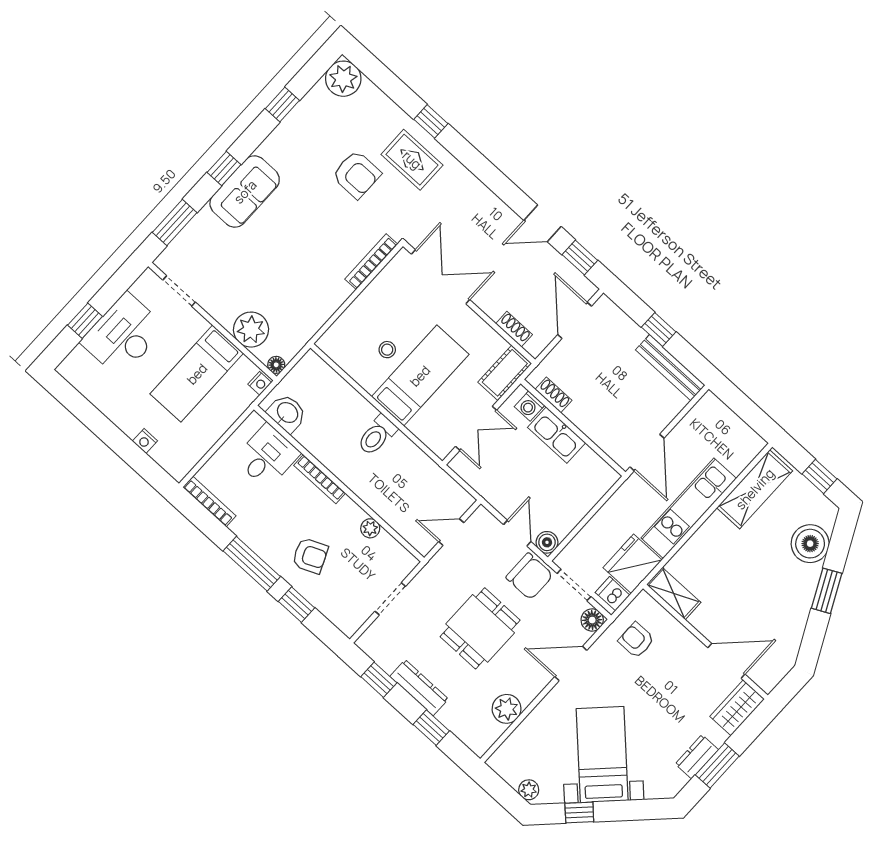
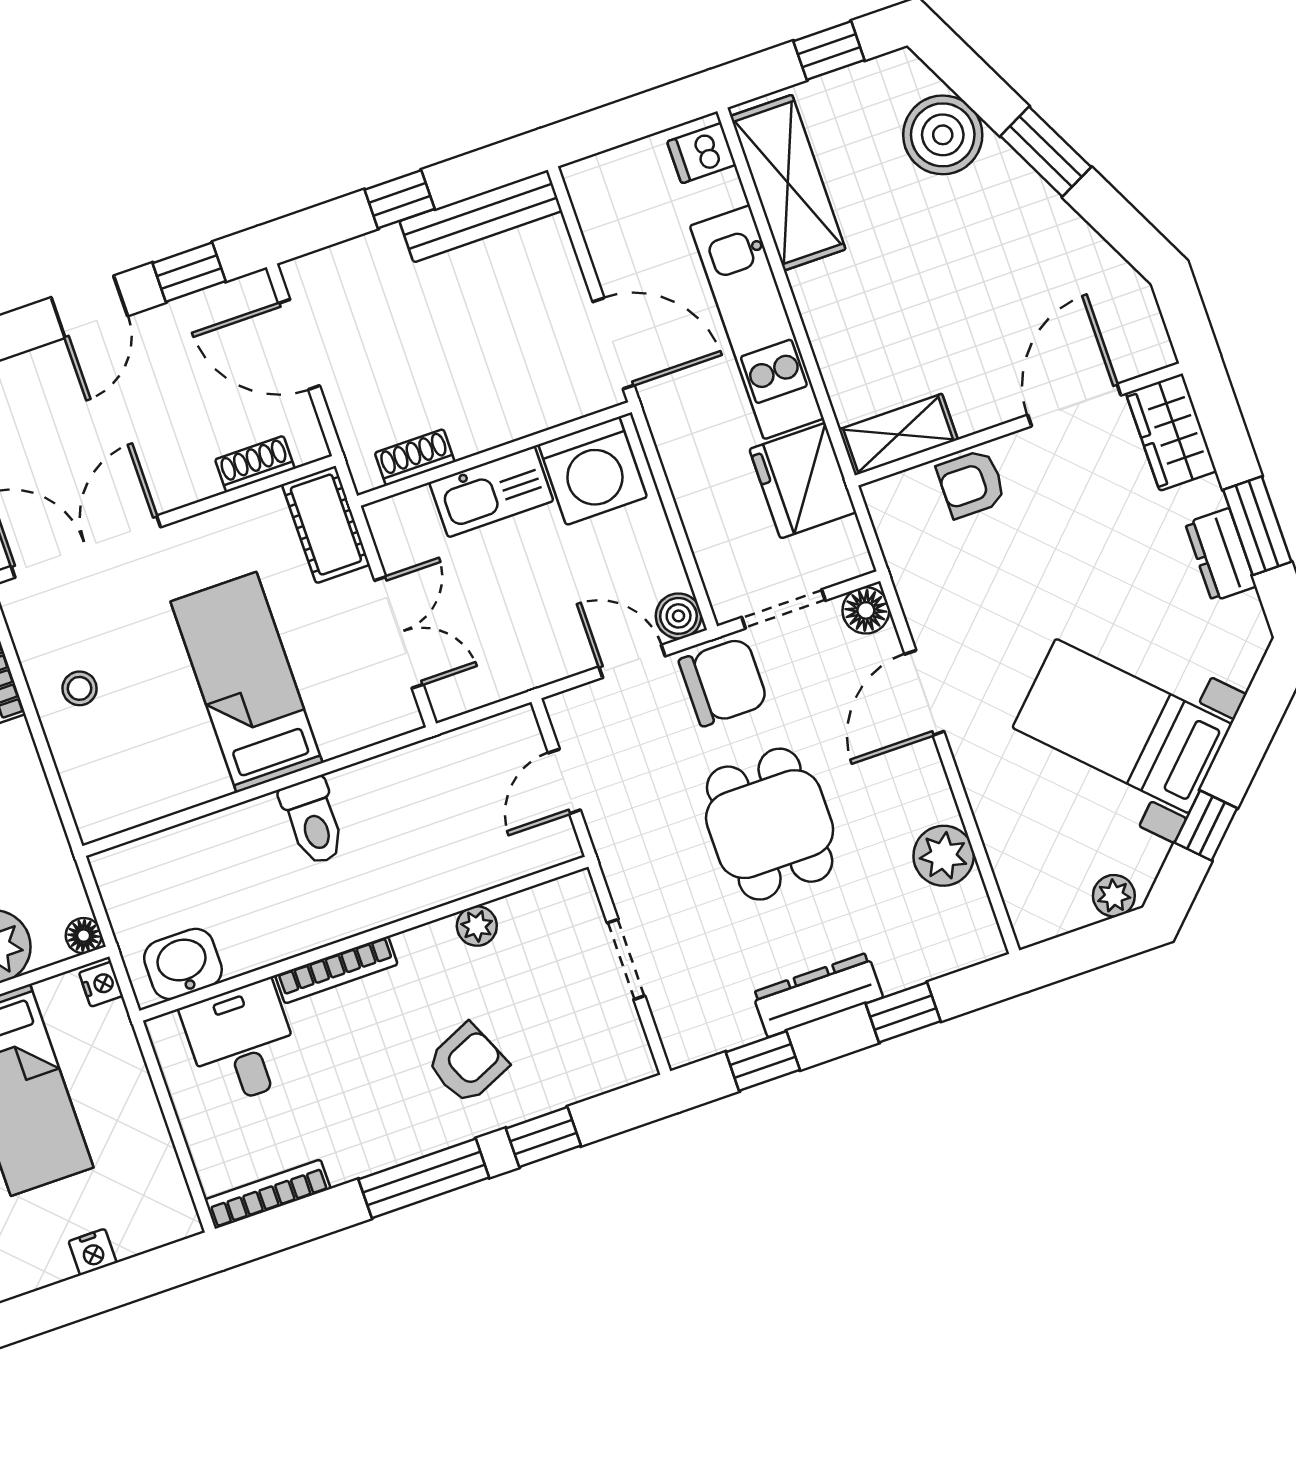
stool: (387, 350) -> (80, 688), moved
washing machine: (529, 406) -> (593, 471), moved, width x1.89, depth x1.89
dishwasher: (613, 594) -> (702, 153), moved
armchair: (636, 640) -> (971, 484), moved

